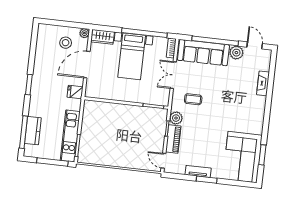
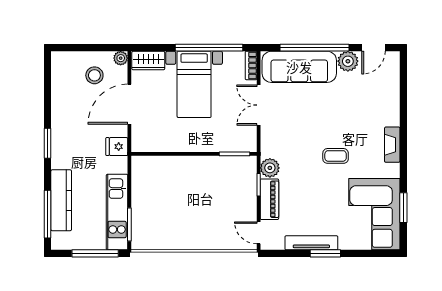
door: (255, 45) -> (374, 48), swing flipped
fireplace: (263, 83) -> (392, 145), moved
coffee table: (193, 99) -> (336, 156), moved
kitchen counter: (33, 131) -> (61, 200), width x1.50
tv unit: (198, 171) -> (311, 243), width x1.41

